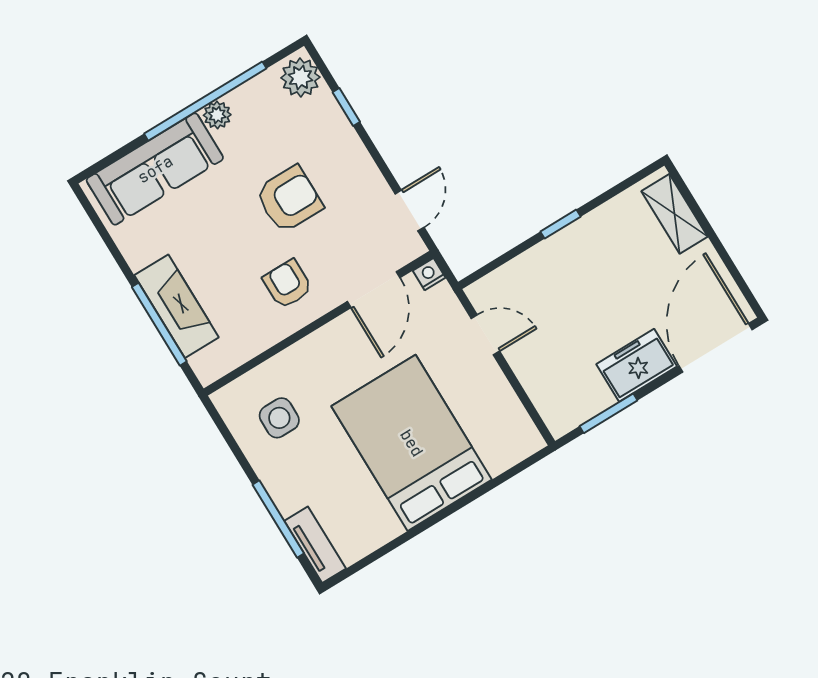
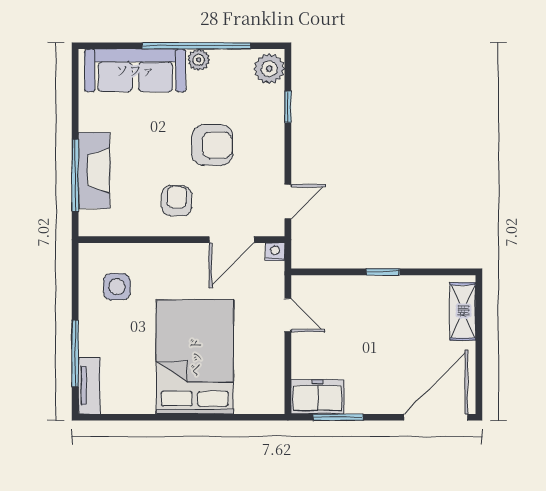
freezer: (637, 365) -> (318, 397), moved

